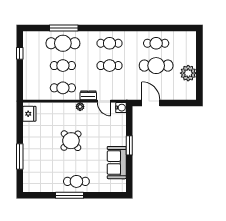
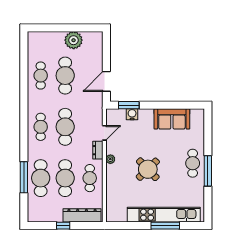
window: (20, 53) -> (63, 226), moved
cafe table: (63, 66) -> (65, 178), width x1.37, depth x1.35
cafe table: (110, 66) -> (65, 127), width x1.37, depth x1.35
dresser: (29, 81) -> (82, 215), added
water cooler: (121, 108) -> (132, 114), moved
fridge: (29, 114) -> (118, 215), removed
window: (129, 145) -> (129, 105), moved
kitchen unit: (30, 155) -> (164, 215), added

